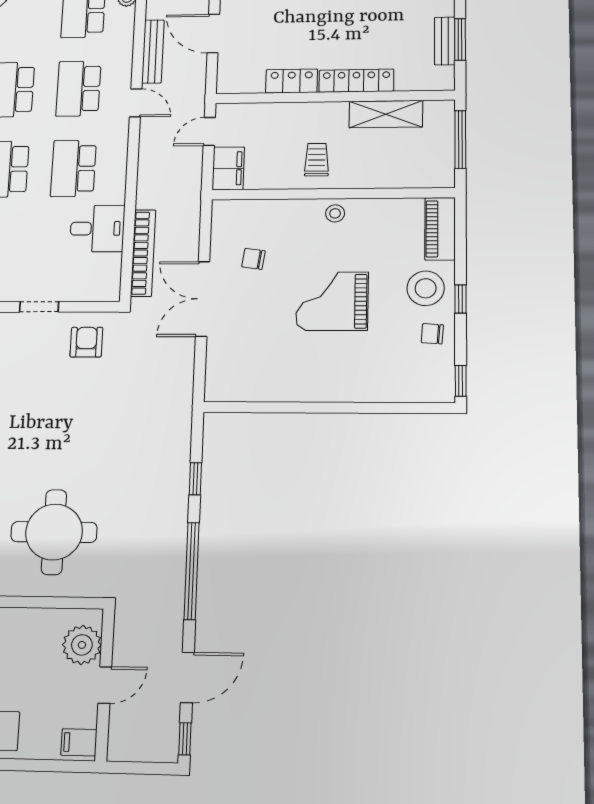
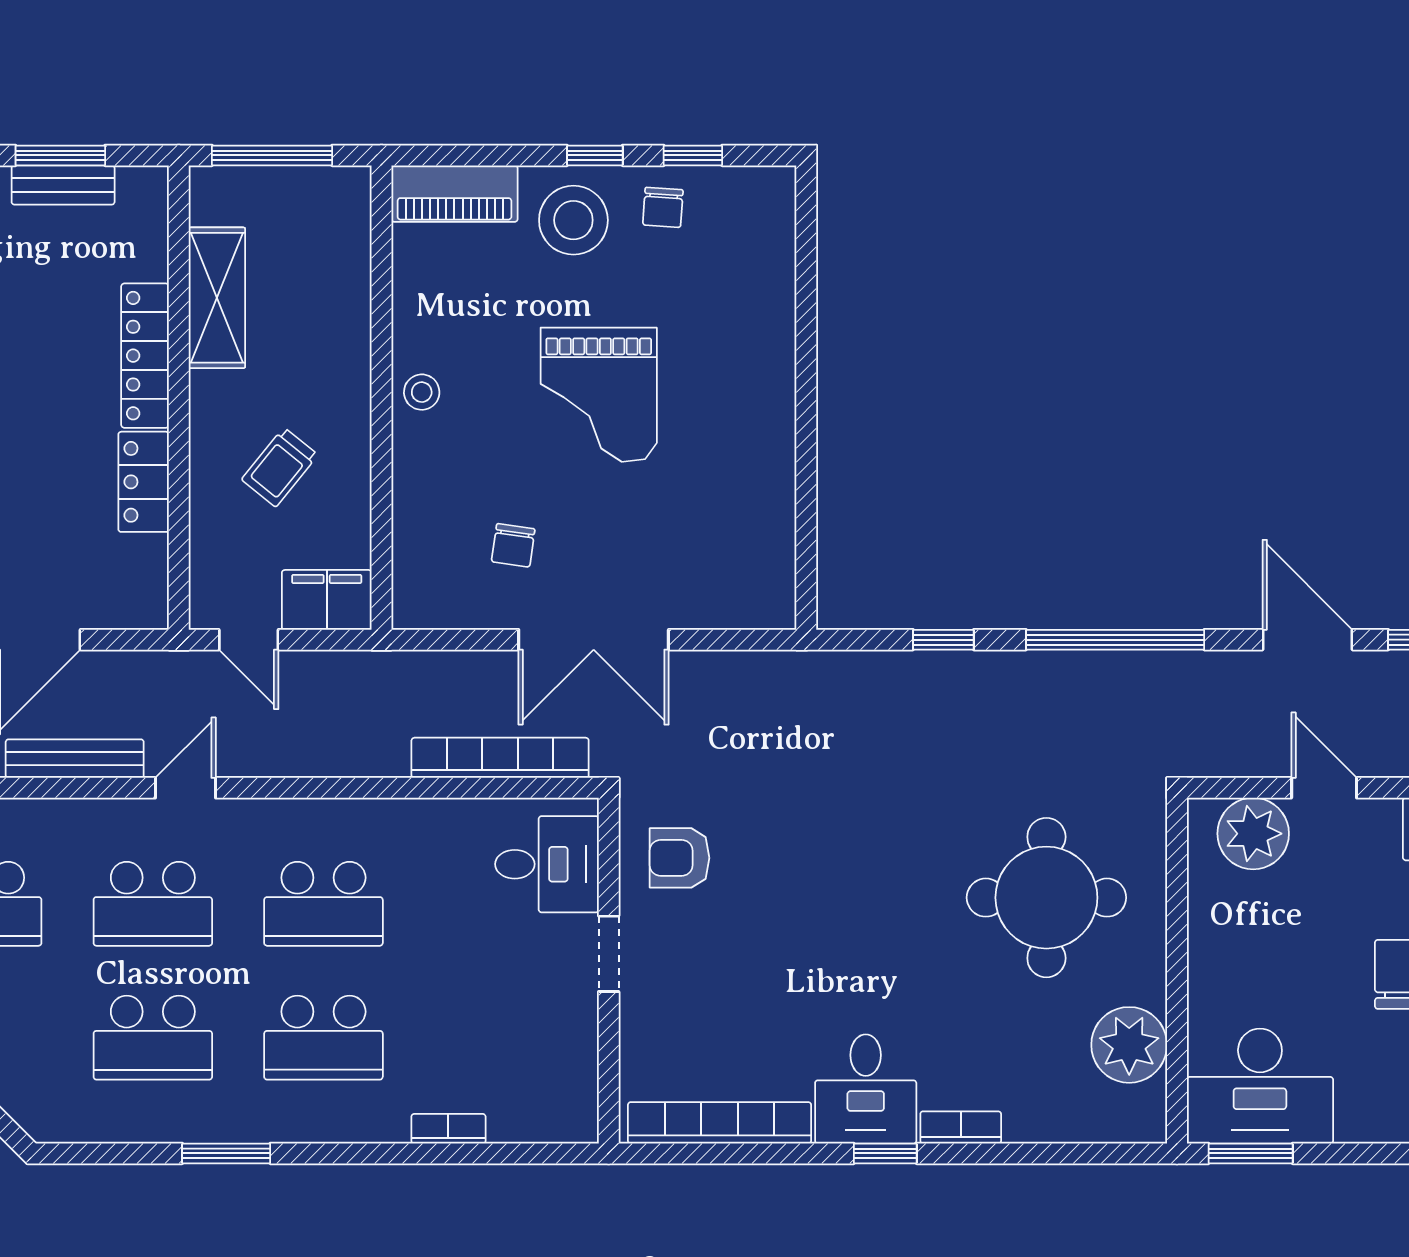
trolley: (317, 160) -> (280, 467), moved, turned -51
desk: (97, 229) -> (547, 864), moved, turned 90
window: (461, 381) -> (693, 155), moved

